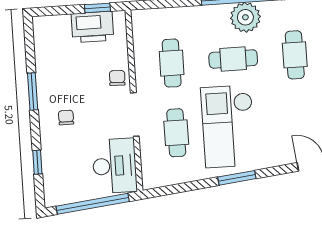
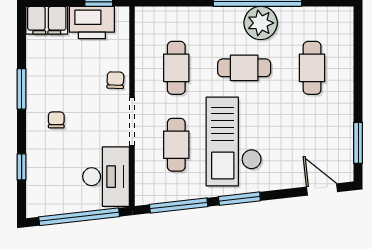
filing cabinet: (51, 28) -> (47, 20), added
window: (182, 188) -> (179, 206), added

